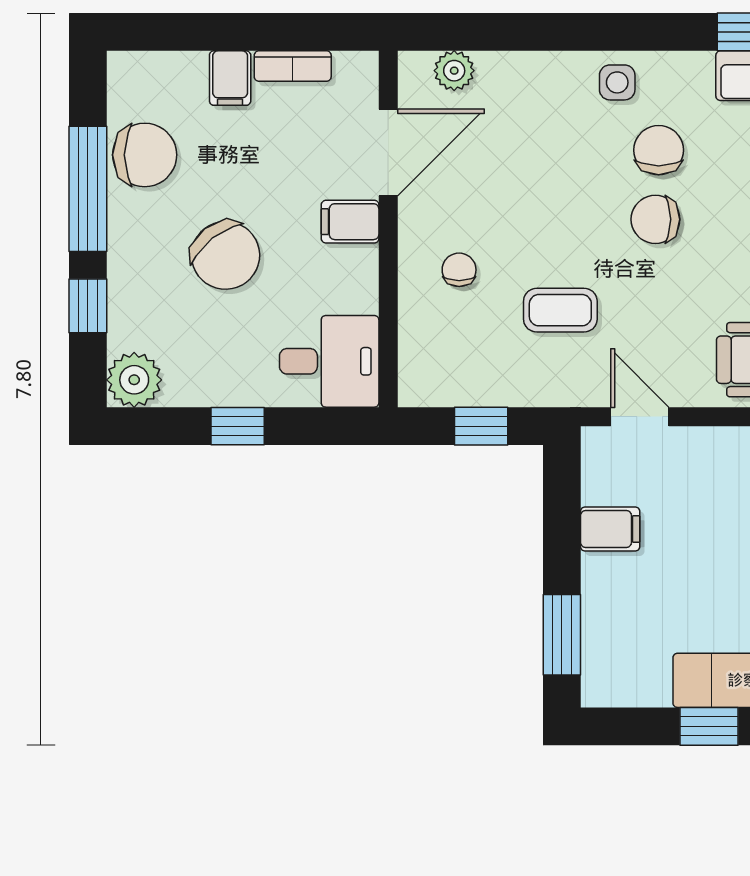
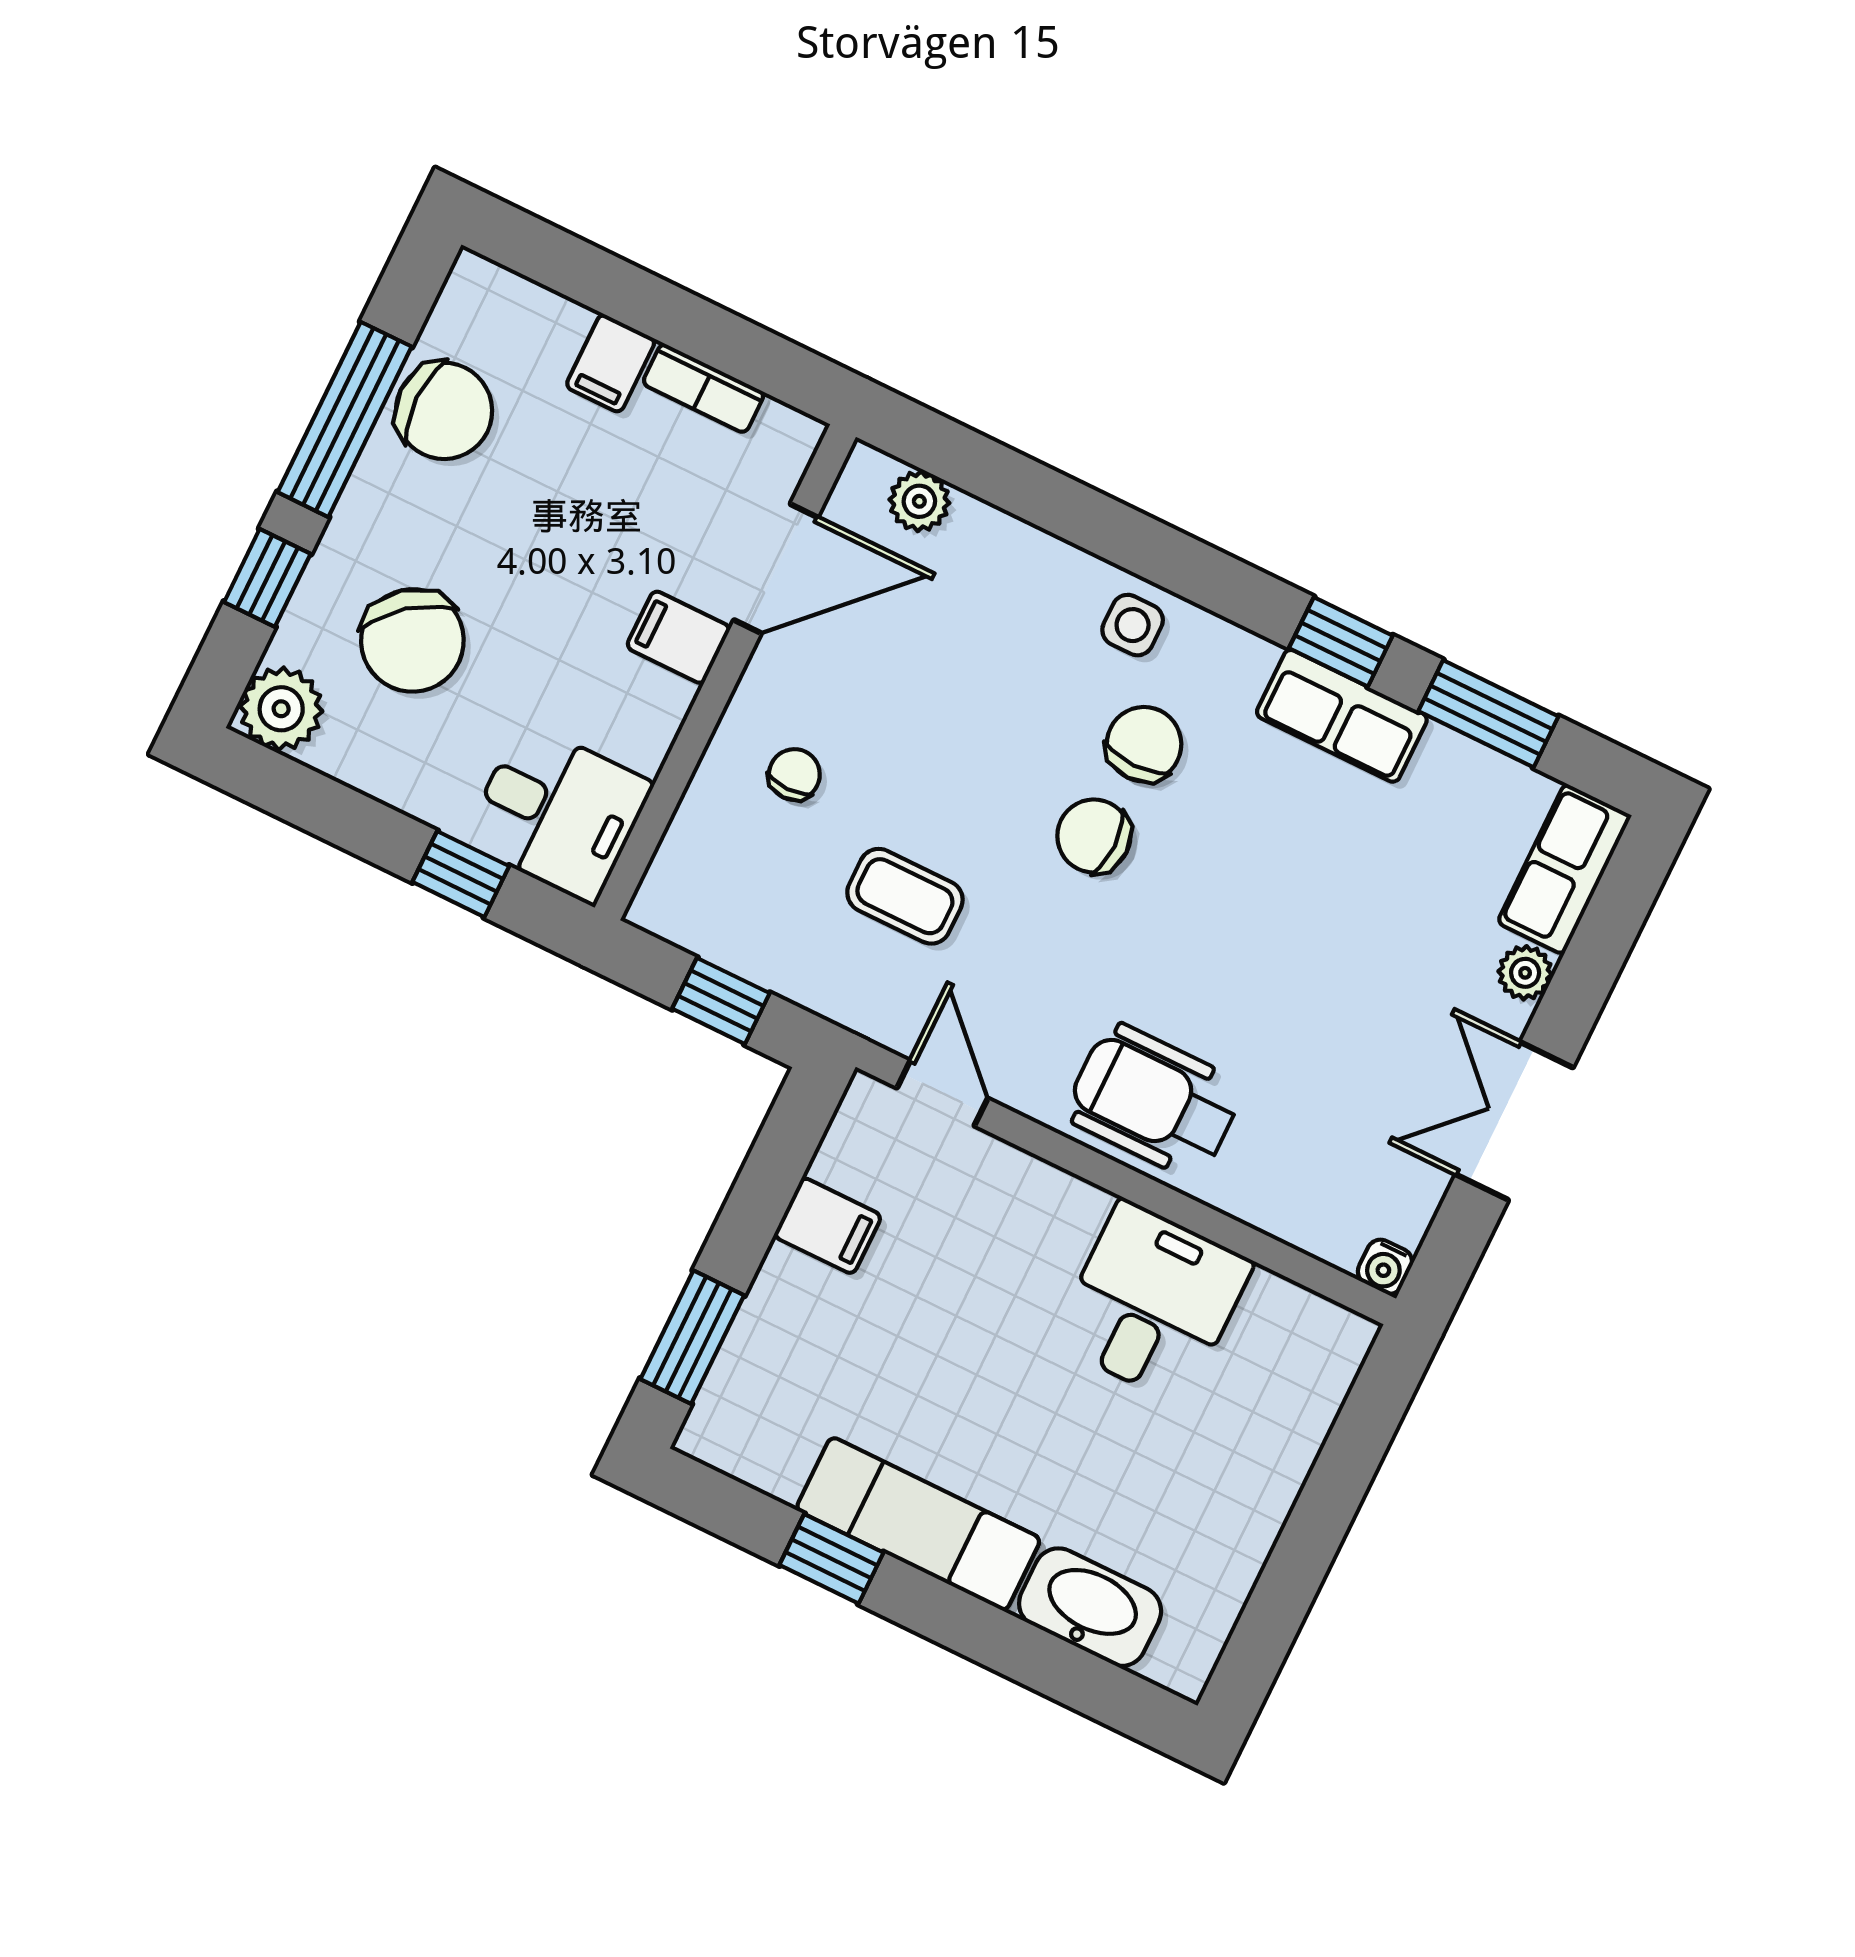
chair: (226, 255) -> (412, 640), moved
window: (238, 426) -> (461, 874), moved

